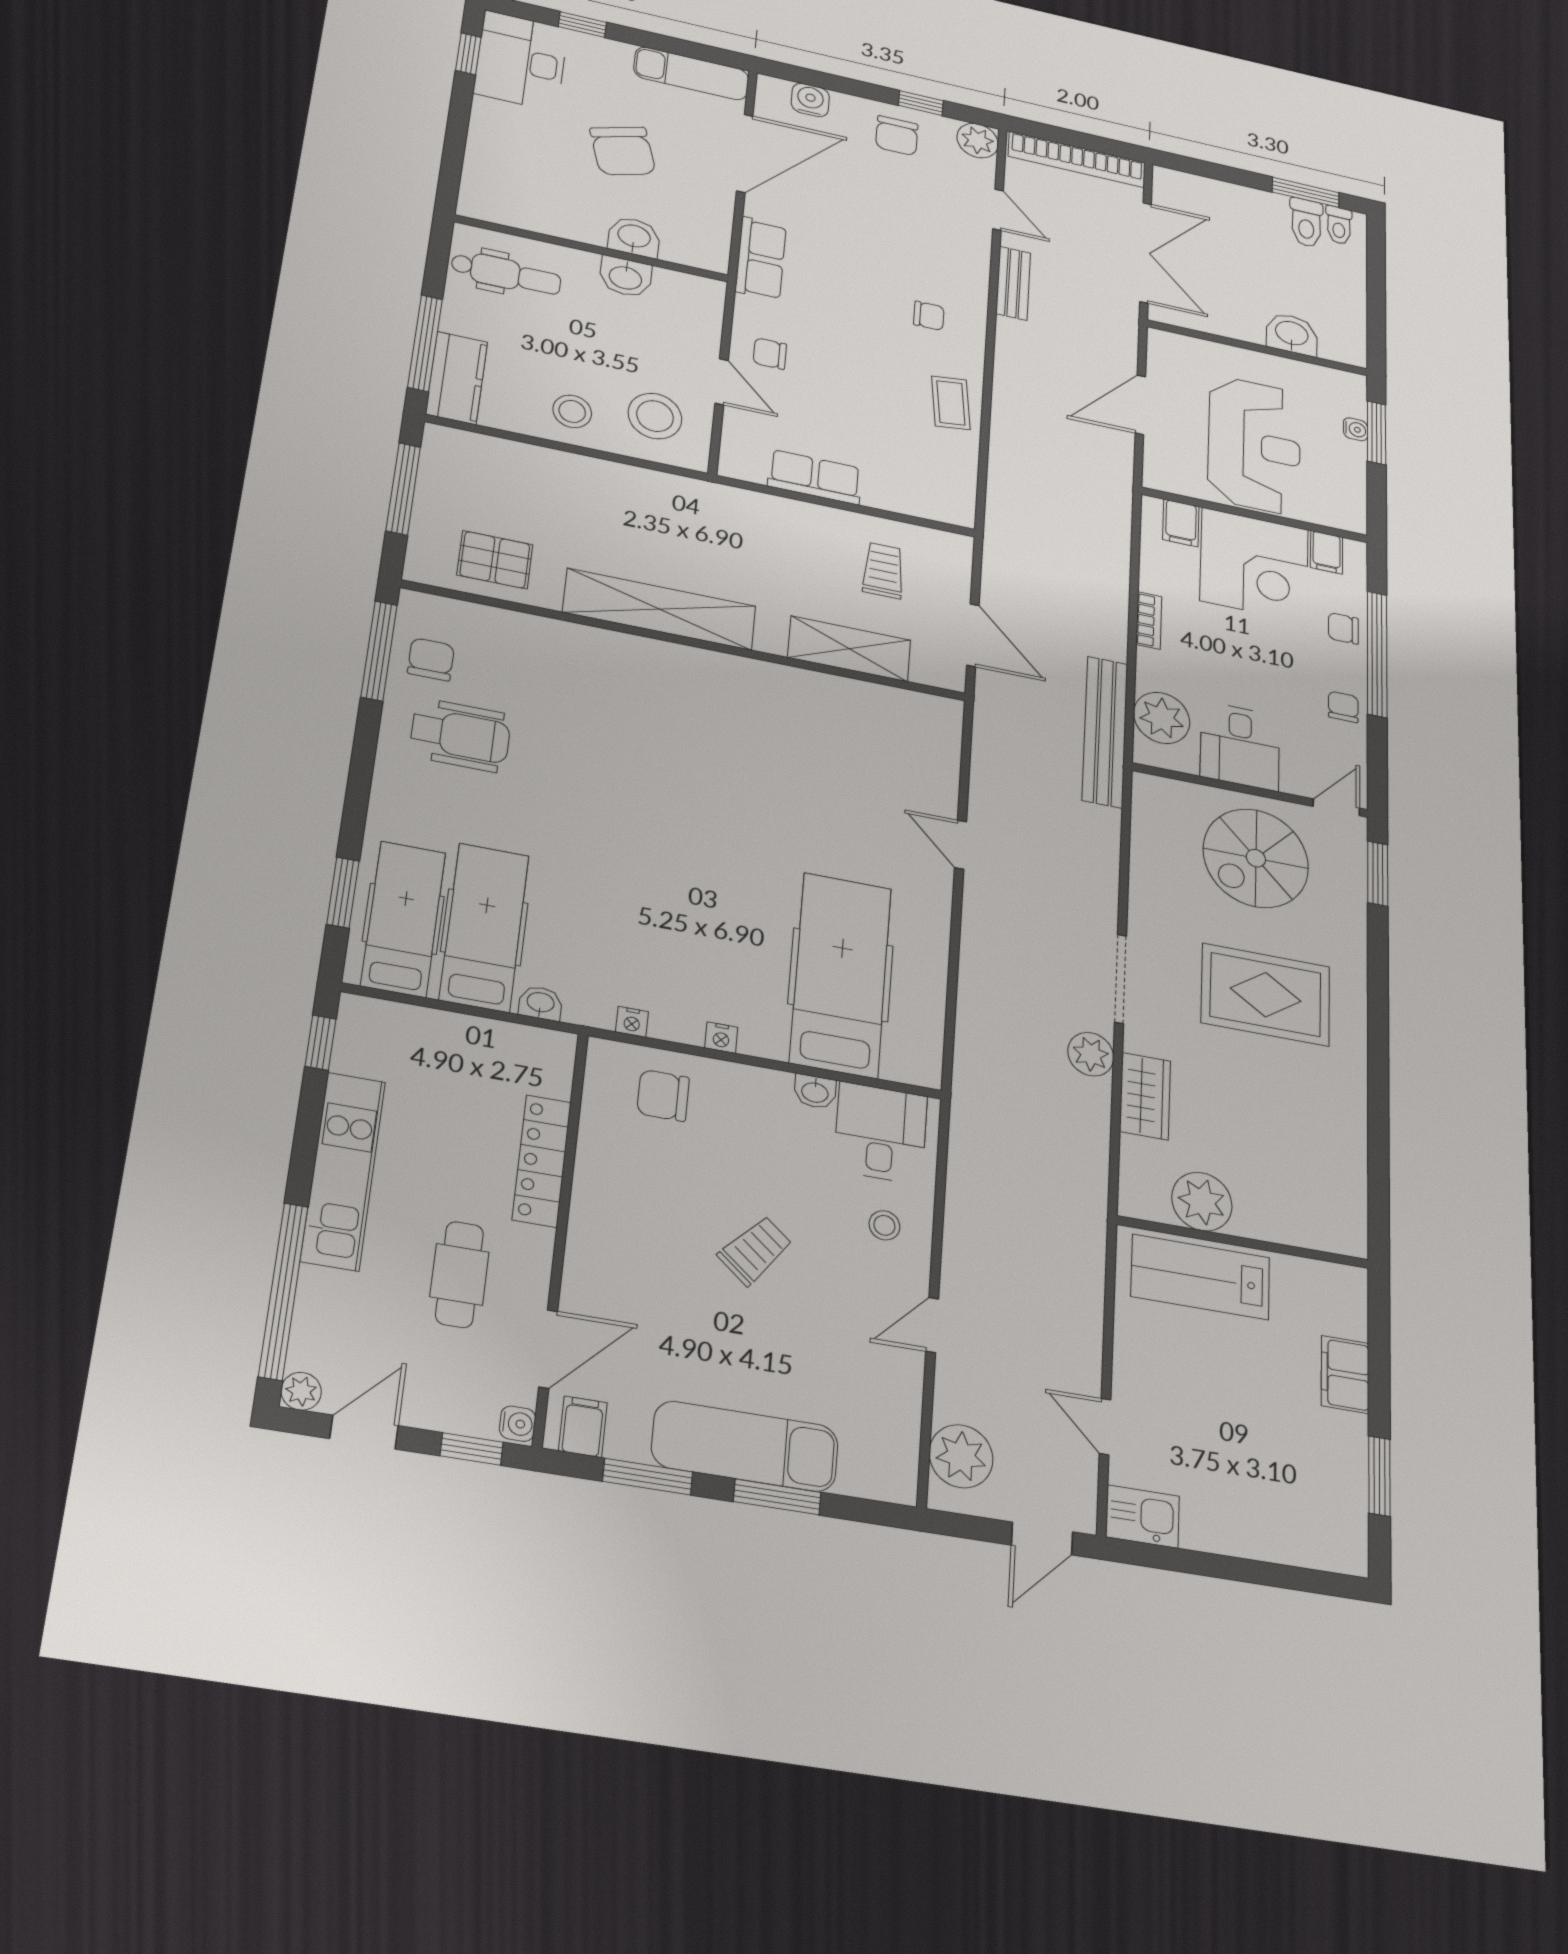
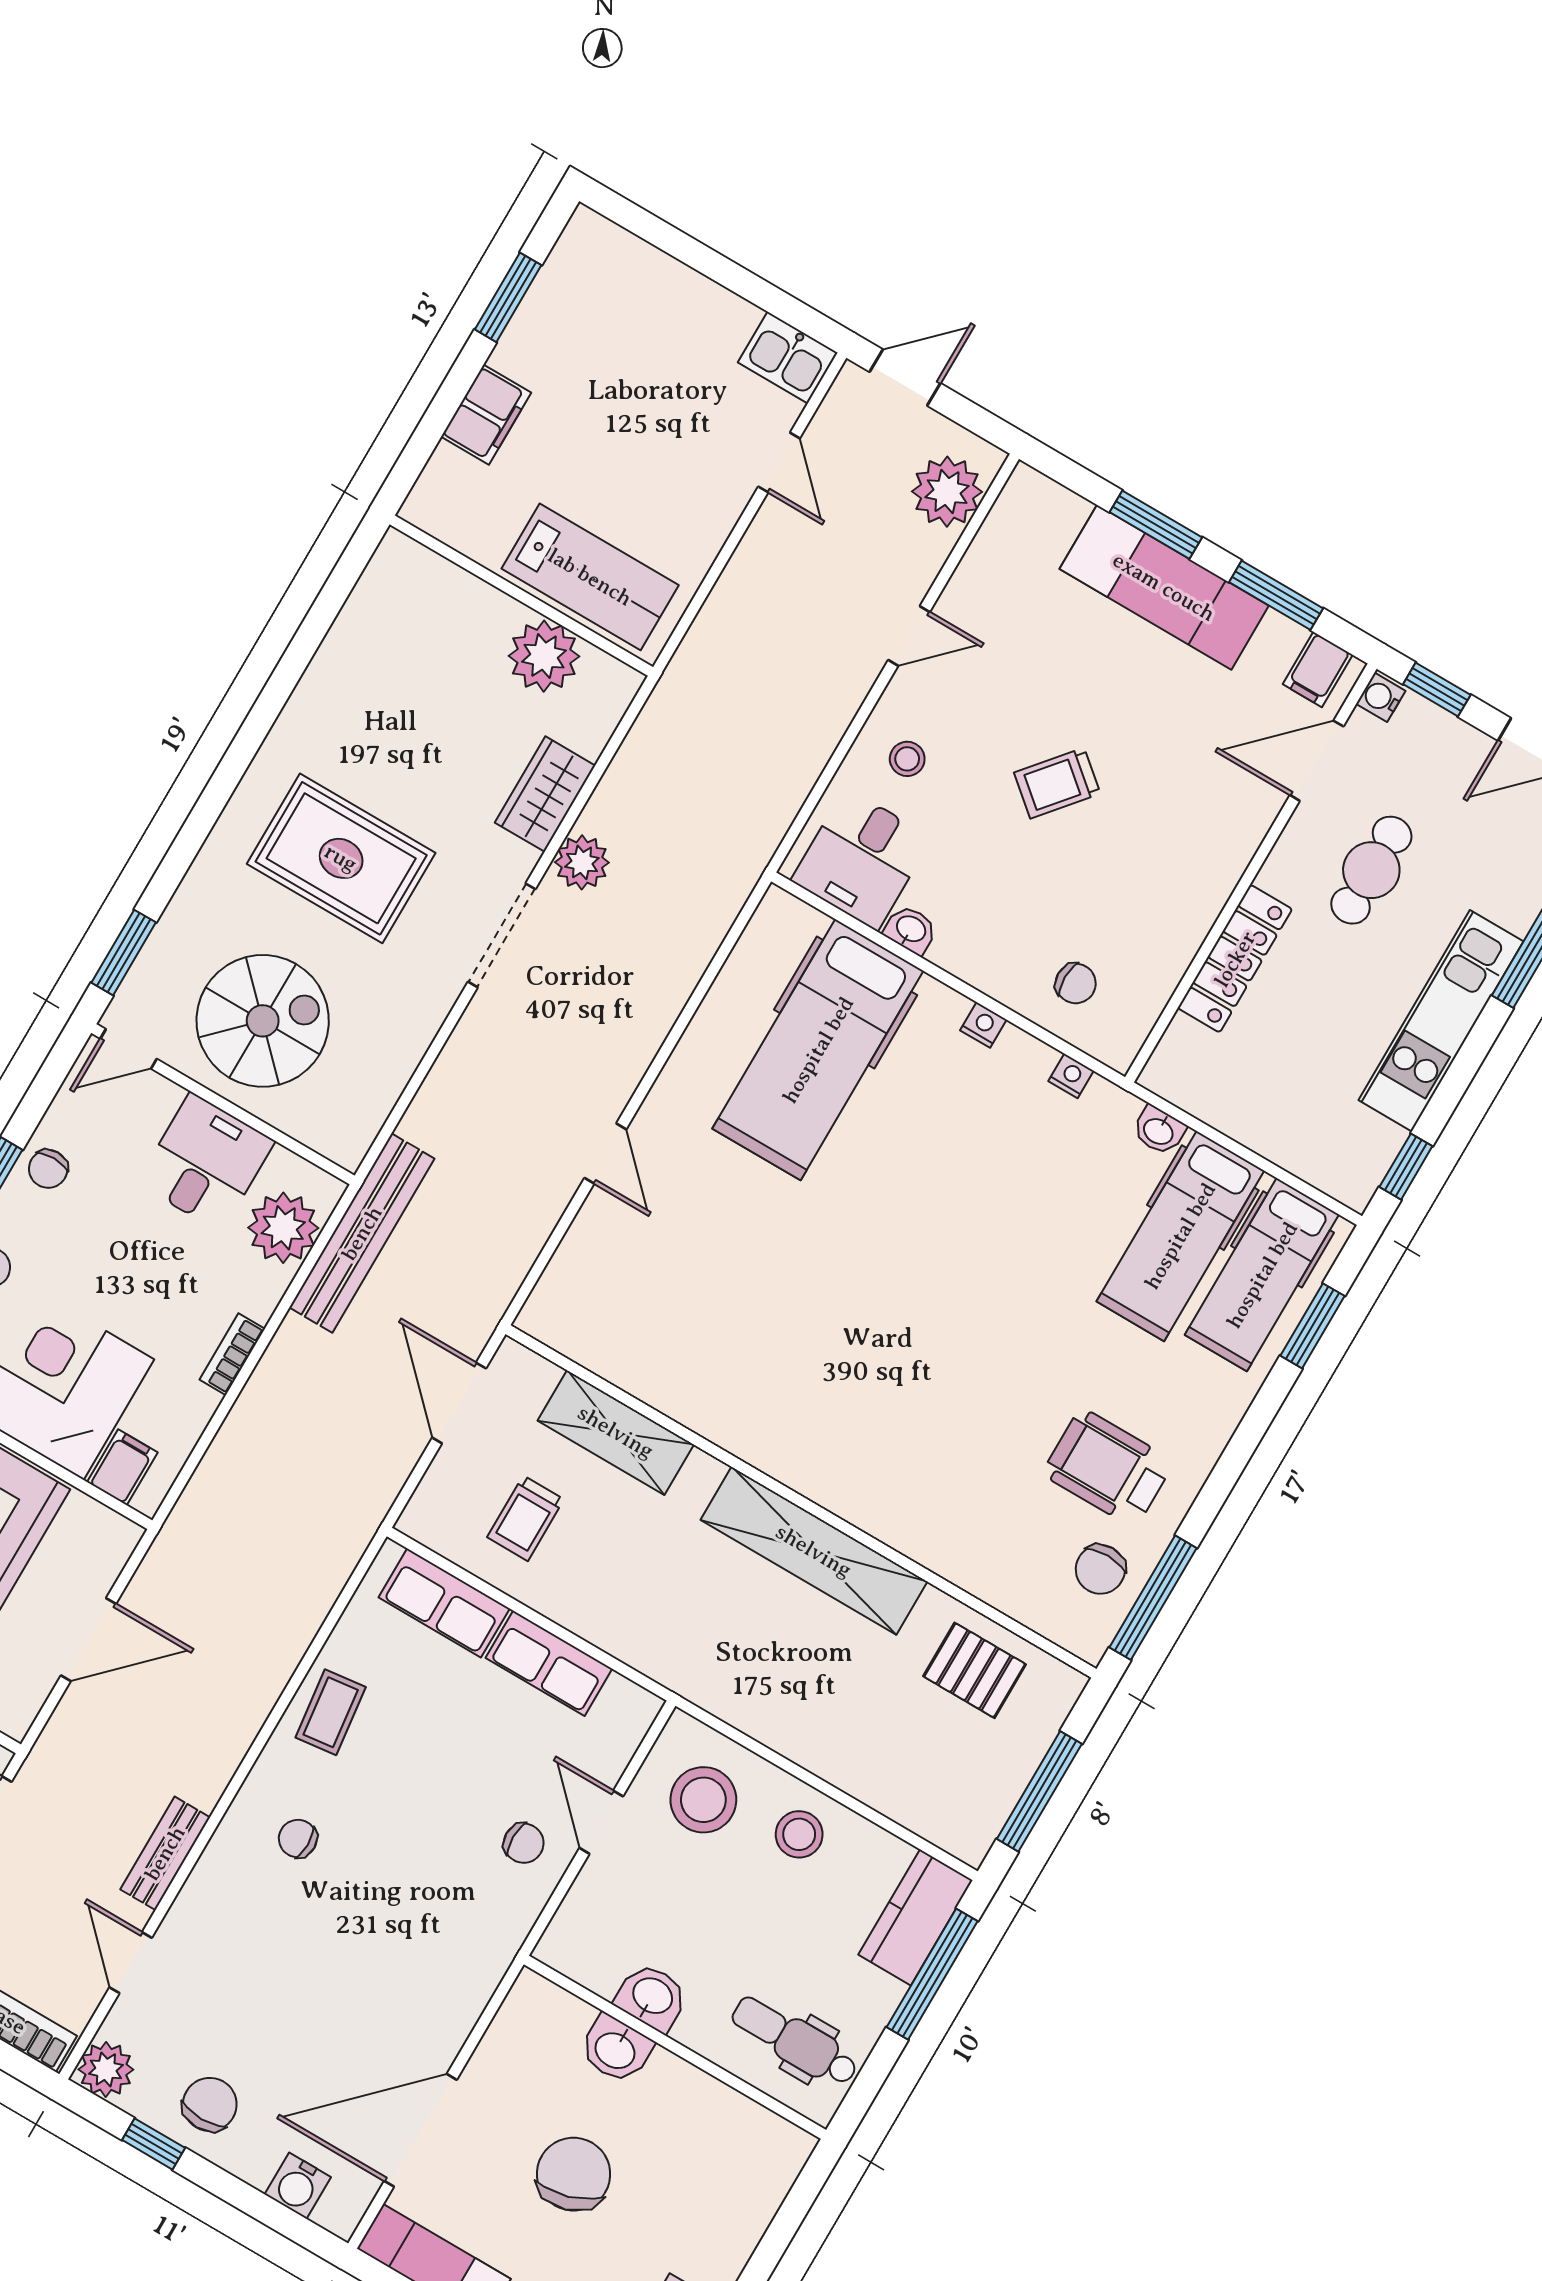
row of seats: (761, 259) -> (444, 1603), moved, turned -90
chair: (663, 1095) -> (1076, 983), width x0.73, depth x0.73

